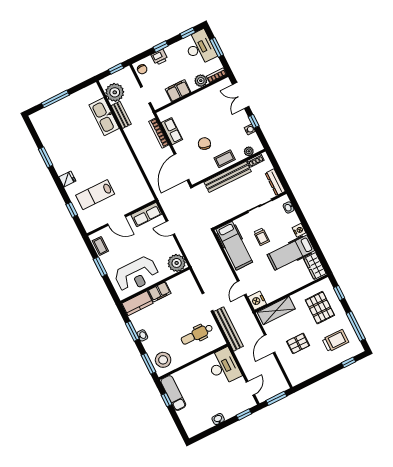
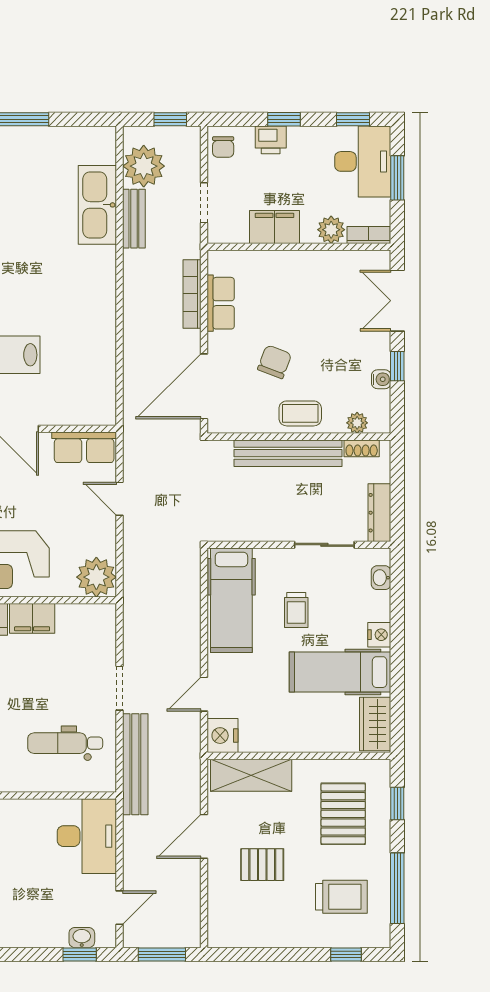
washbasin: (218, 419) -> (82, 938), moved

